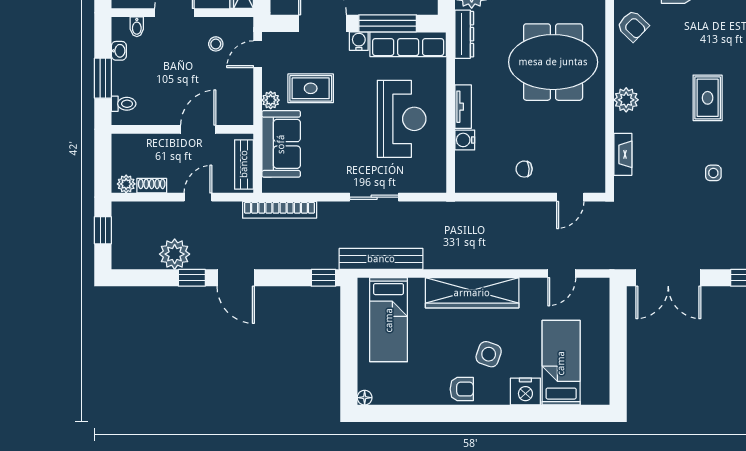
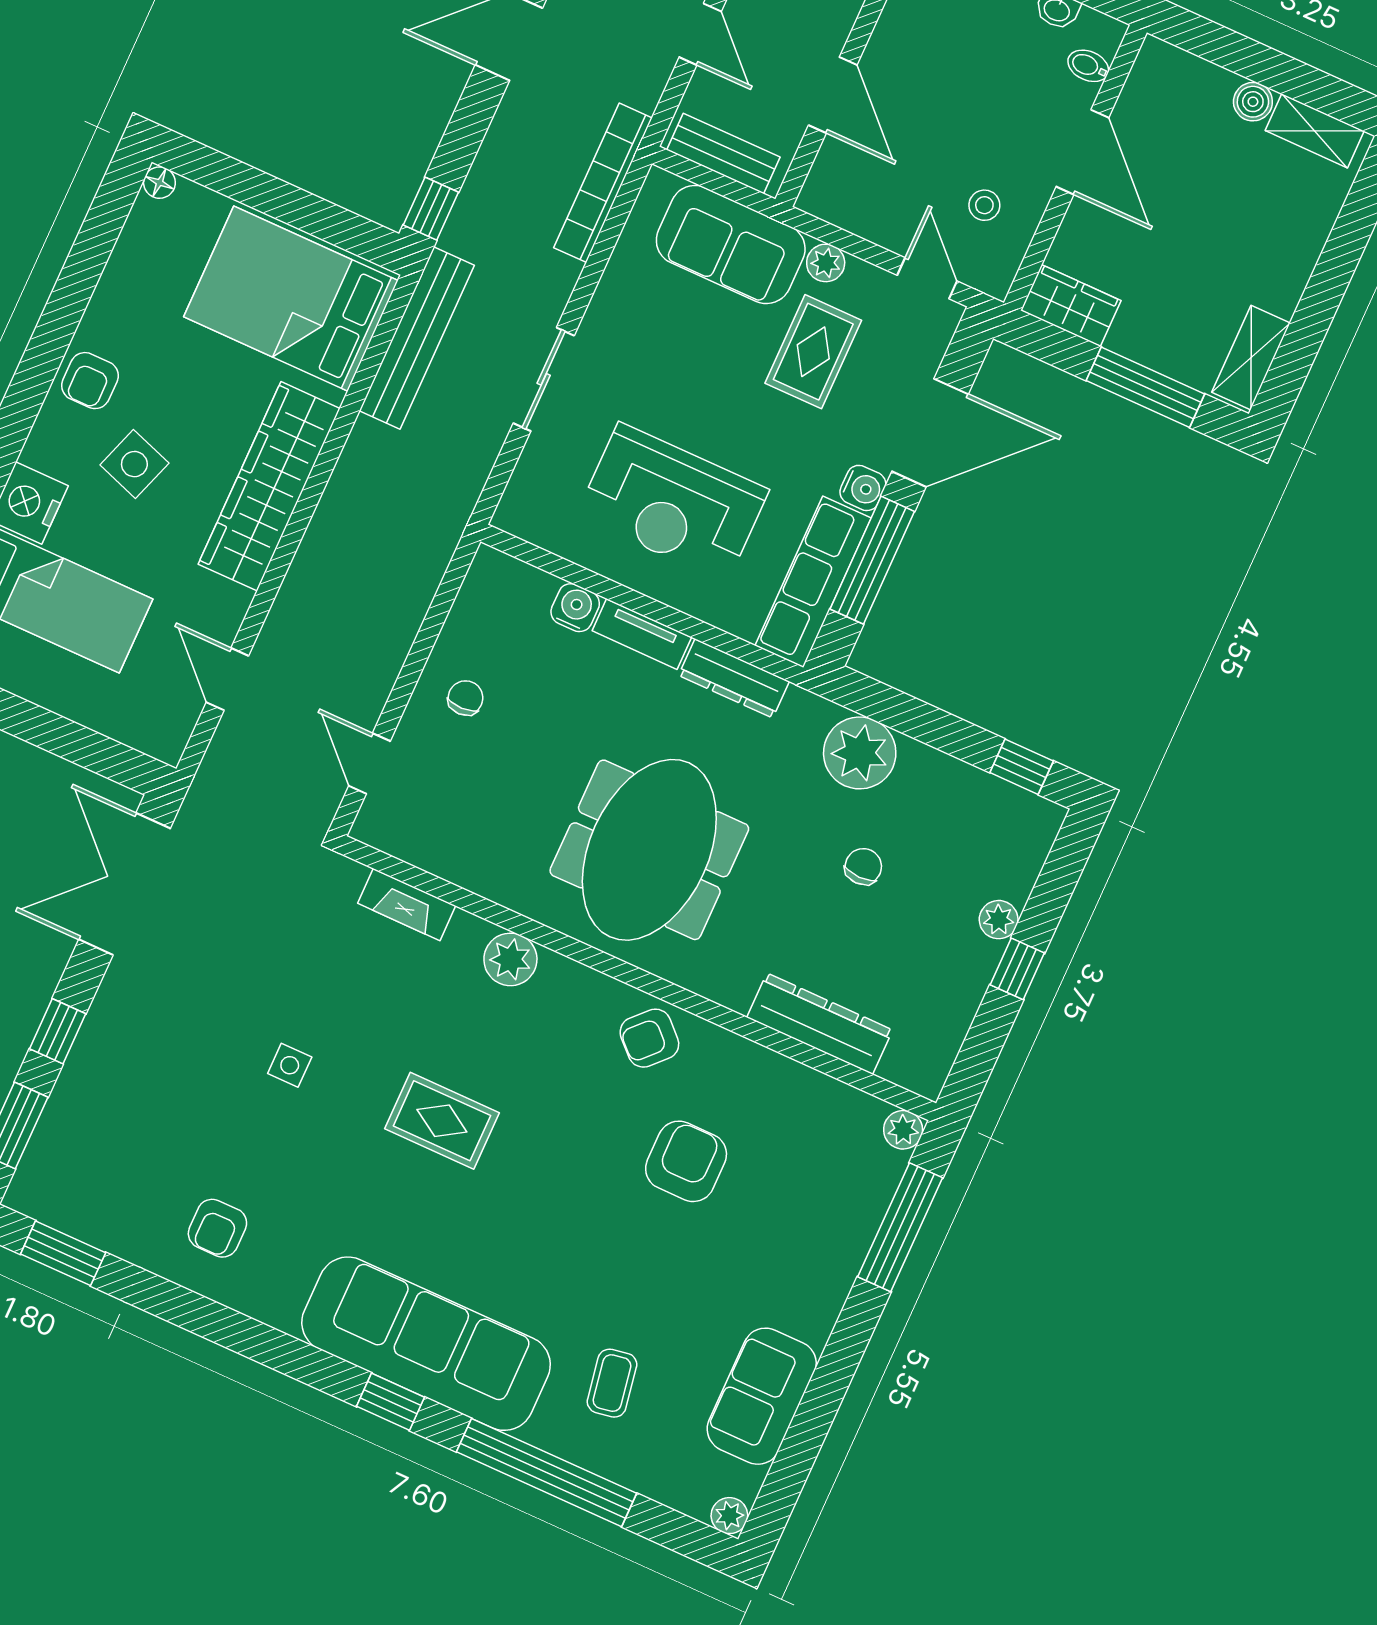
dresser: (464, 34) -> (734, 678), moved
bed: (389, 320) -> (291, 299), width x1.50

